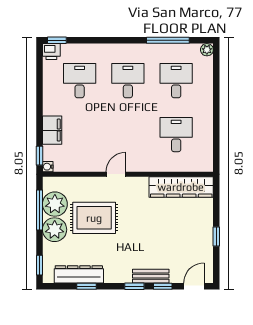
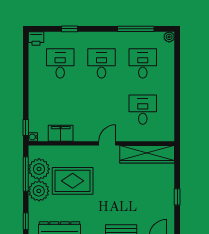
window: (57, 40) -> (69, 29), moved
filing cabinet: (52, 130) -> (61, 133), moved, turned -90
door: (116, 174) -> (107, 143), moved

